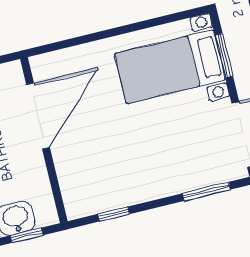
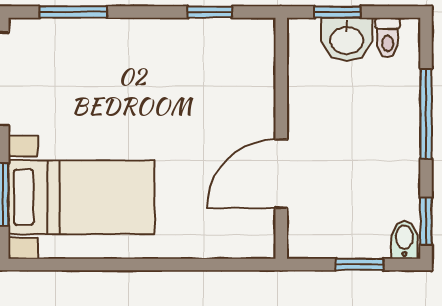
door: (38, 116) -> (281, 174), width x0.73

